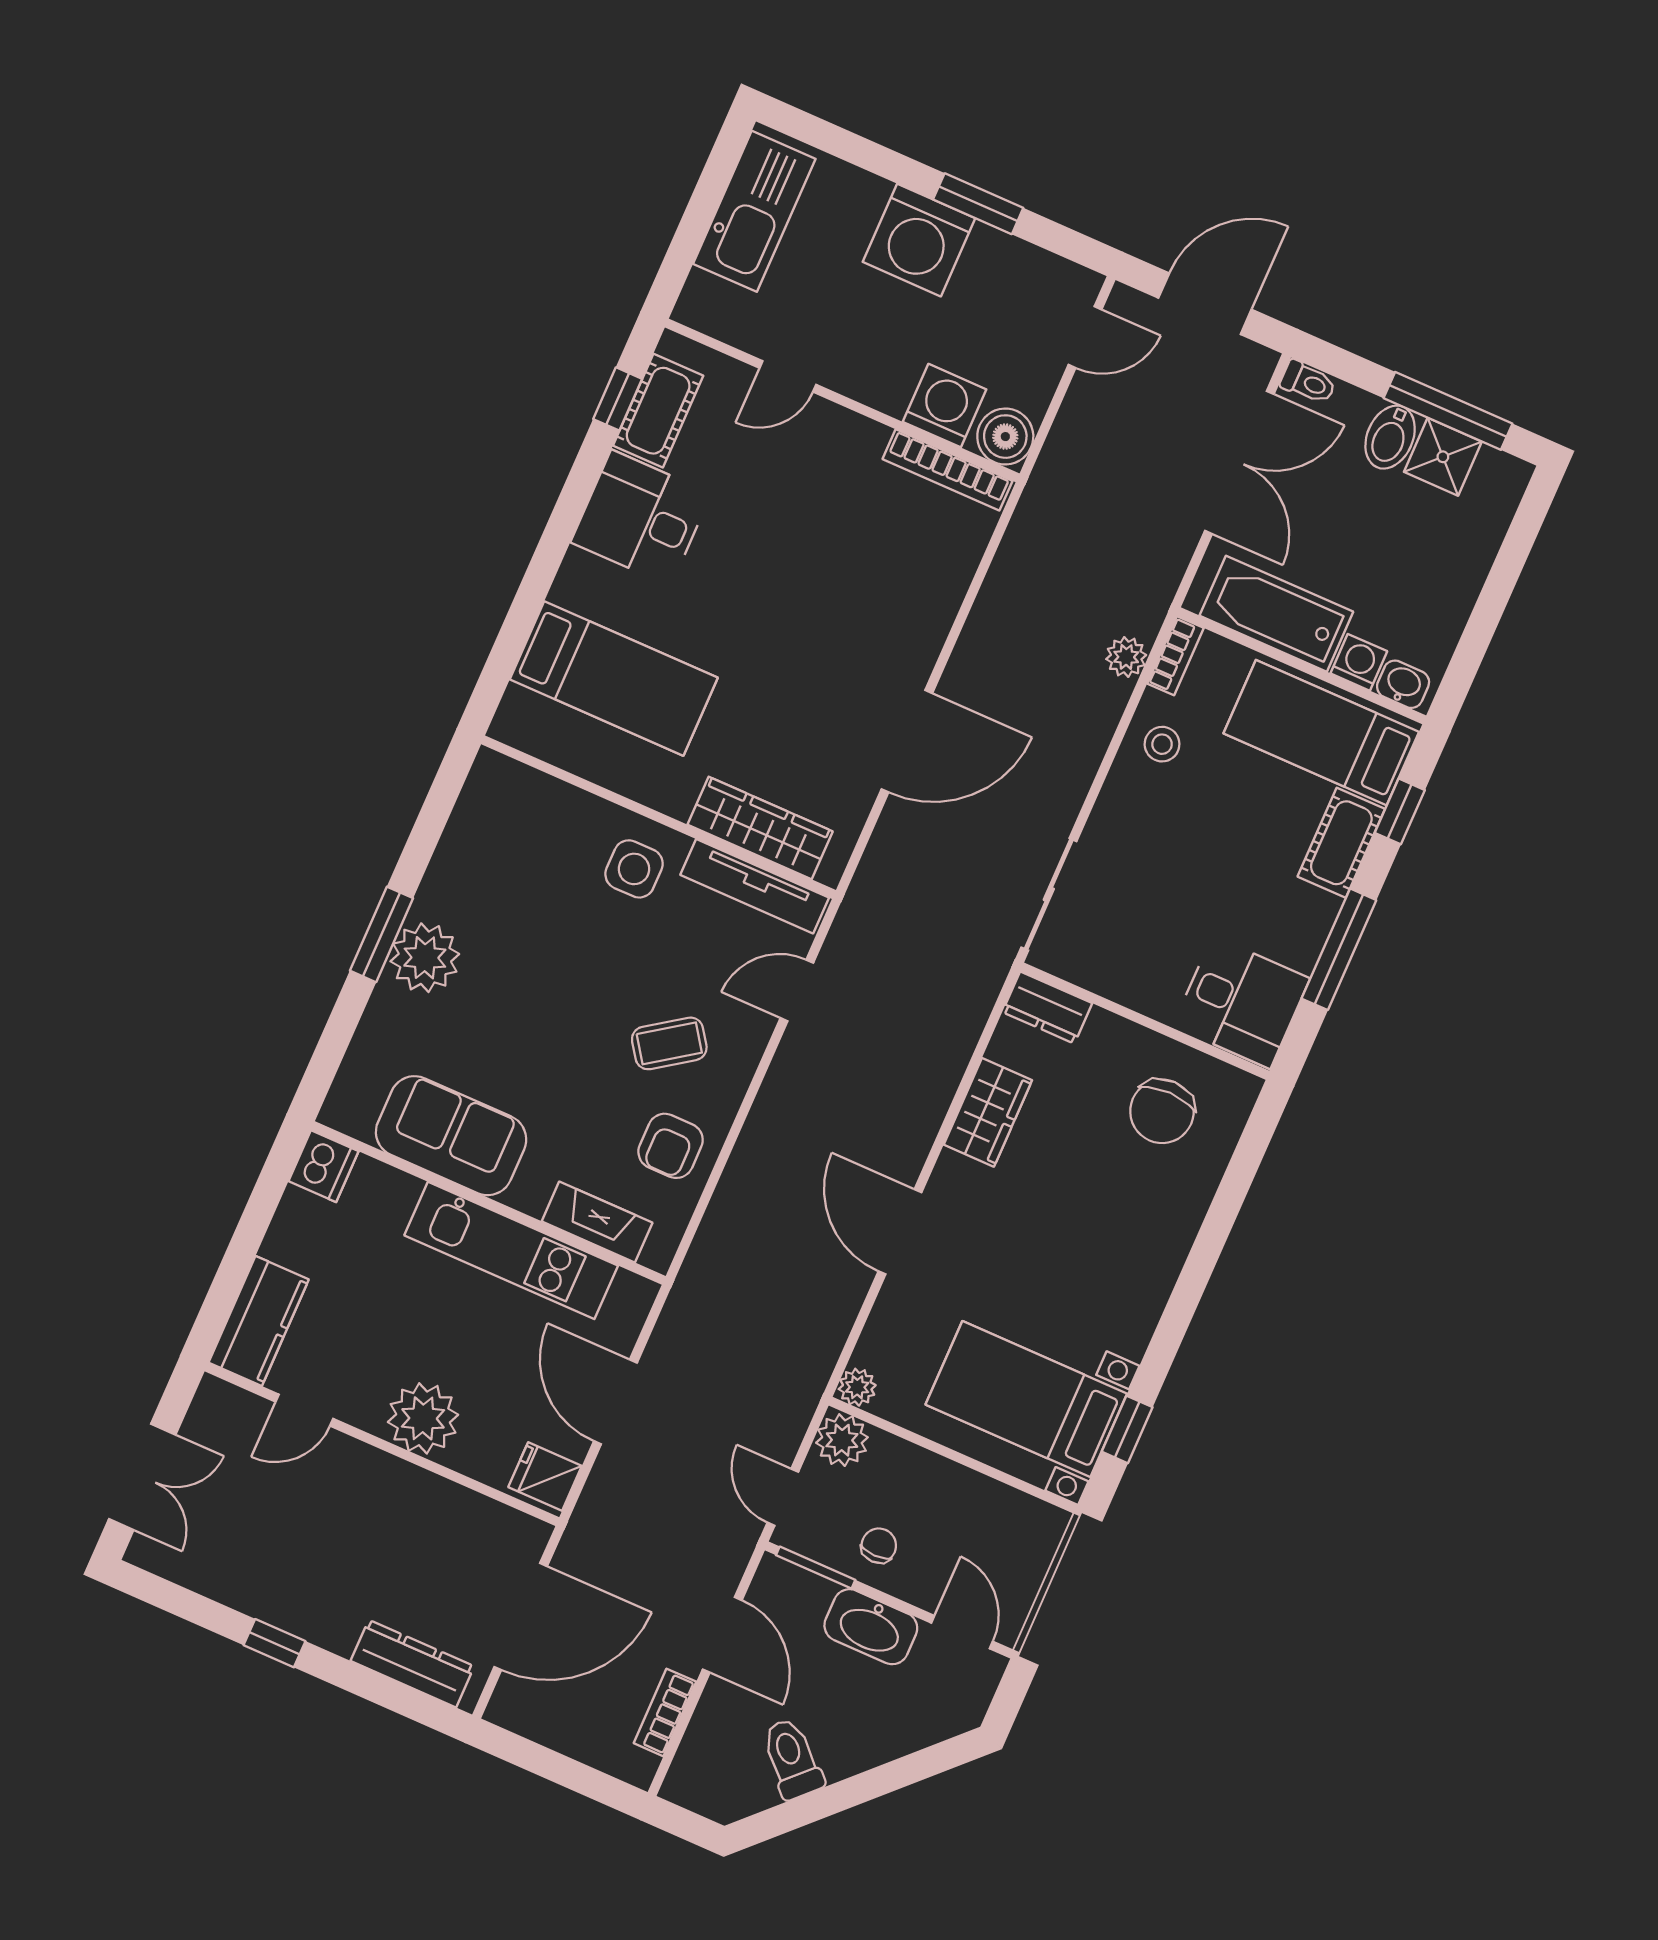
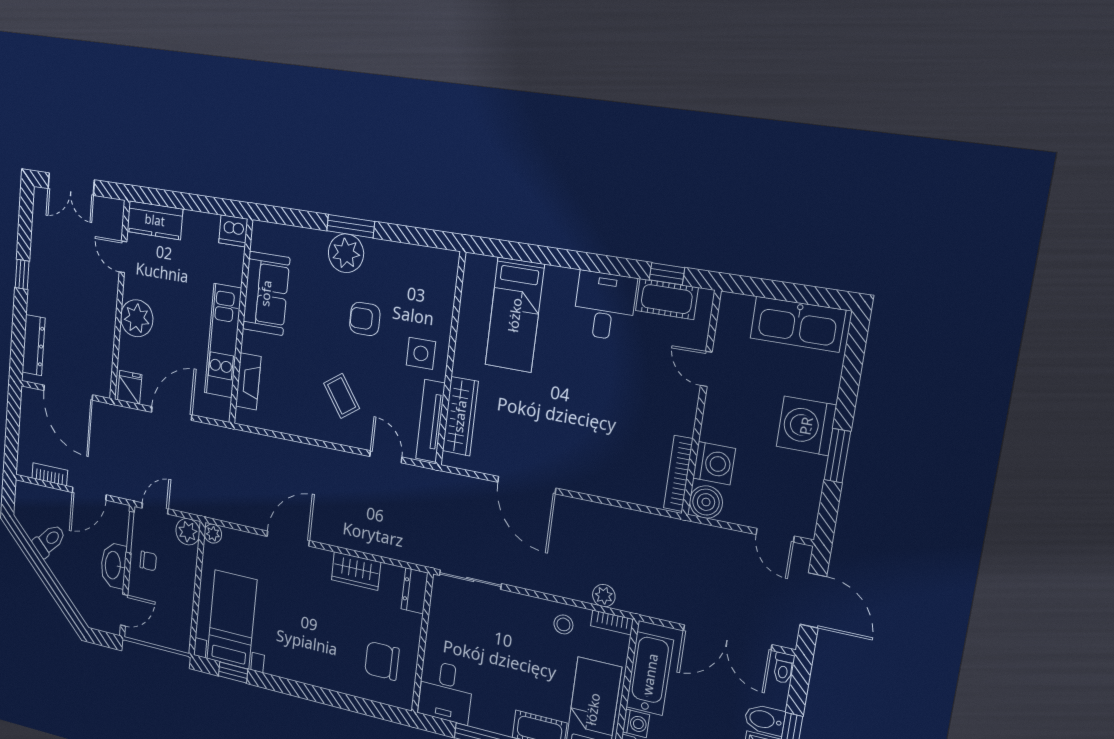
armchair: (671, 1146) -> (365, 319), moved

